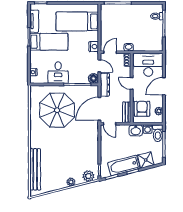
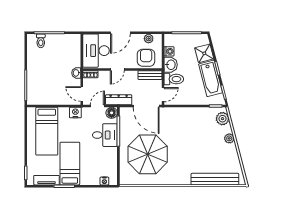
desk: (58, 73) -> (105, 135), moved
door: (164, 86) -> (120, 33), hinge flipped
armchair: (142, 109) -> (146, 58), turned 90
toilet: (158, 133) -> (174, 79), moved

